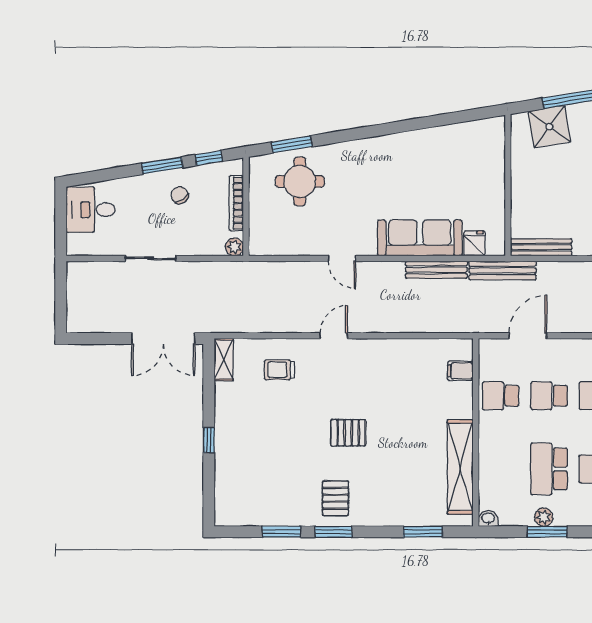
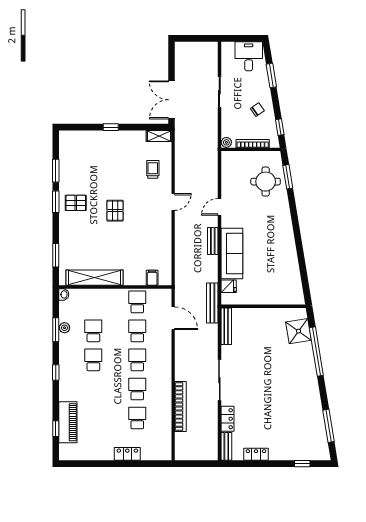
window: (162, 166) -> (271, 75), moved
bench: (436, 270) -> (213, 241), moved, width x0.73
door: (334, 336) -> (173, 202), hinge flipped
school desk: (549, 469) -> (93, 331), width x0.54

